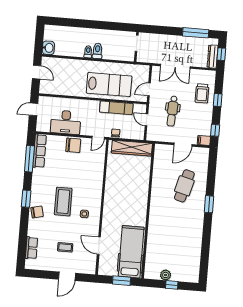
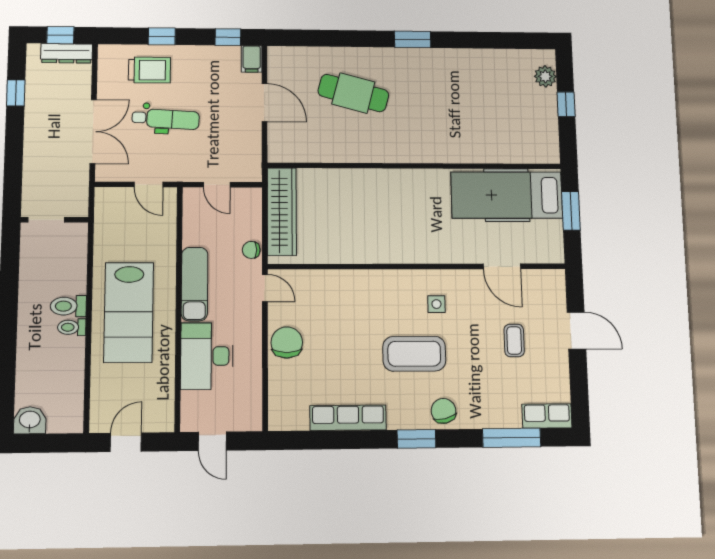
window: (196, 33) -> (16, 93), width x0.46
washbasin: (48, 48) -> (30, 420), moved
lab bench: (109, 85) -> (129, 312), moved, turned 180
exam couch: (116, 108) -> (194, 284), moved
dental chair: (172, 111) -> (166, 119), moved
door: (146, 120) -> (217, 185), hinge flipped
desk: (66, 122) -> (207, 356), moved, turned 180
row of seats: (40, 151) -> (348, 418), moved
window: (29, 159) -> (512, 438), moved
window: (209, 204) -> (413, 39), moved
door: (99, 246) -> (502, 266), hinge flipped
row of seats: (31, 248) -> (547, 416), moved
plant: (166, 275) -> (545, 76), moved

